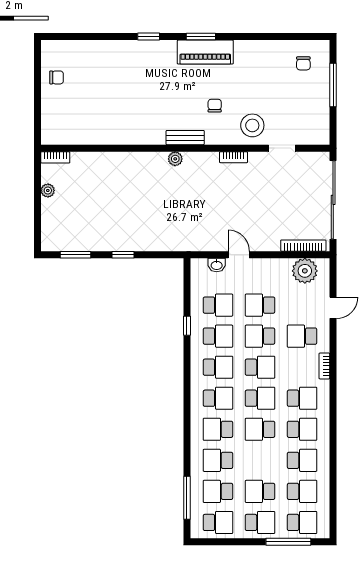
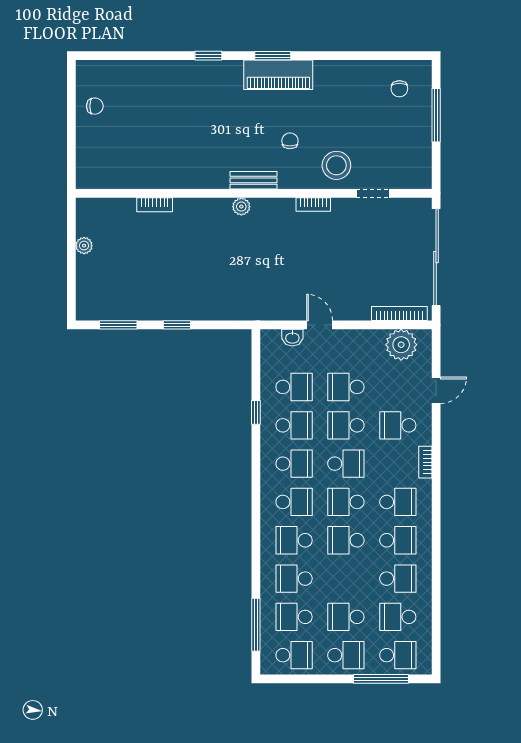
bookcase: (55, 157) -> (155, 205), moved
school desk: (260, 398) -> (346, 502), turned 180
school desk: (302, 491) -> (398, 617), turned 180

